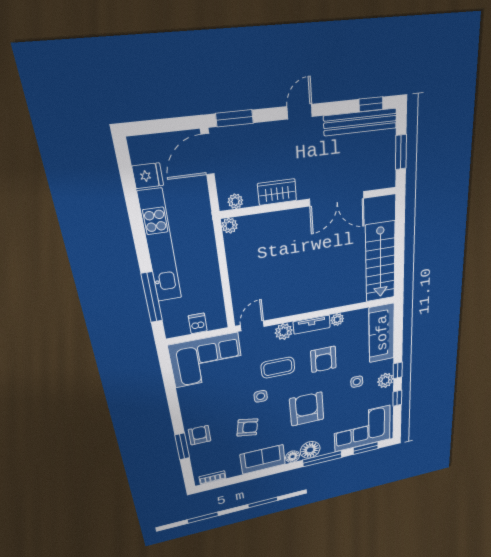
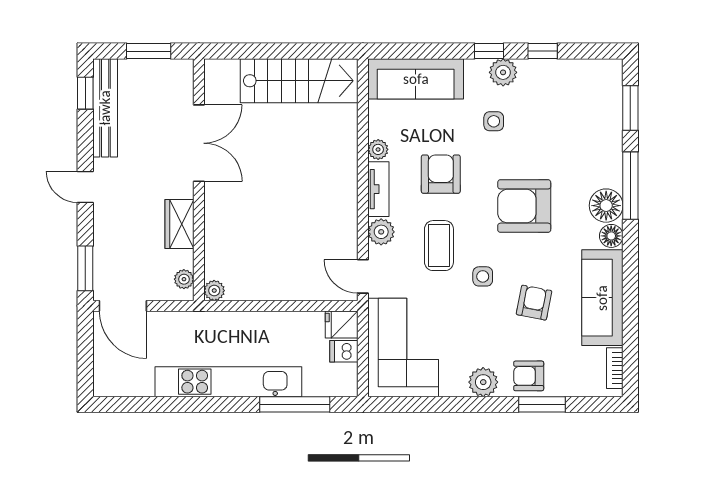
fridge: (148, 176) -> (342, 325), moved, turned -90
armchair: (323, 359) -> (441, 174), turned -90
plant: (191, 411) -> (483, 382), added
corner sofa: (362, 429) -> (588, 113), removed
sofa: (263, 459) -> (602, 298), width x1.36

